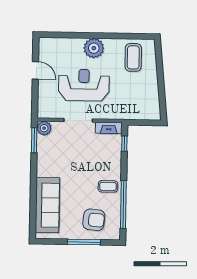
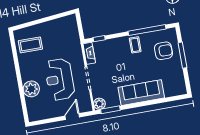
plant: (94, 48) -> (31, 89), moved
door: (35, 70) -> (72, 117), moved
sofa: (47, 205) -> (141, 93), moved
armchair: (94, 220) -> (164, 51), turned 84

